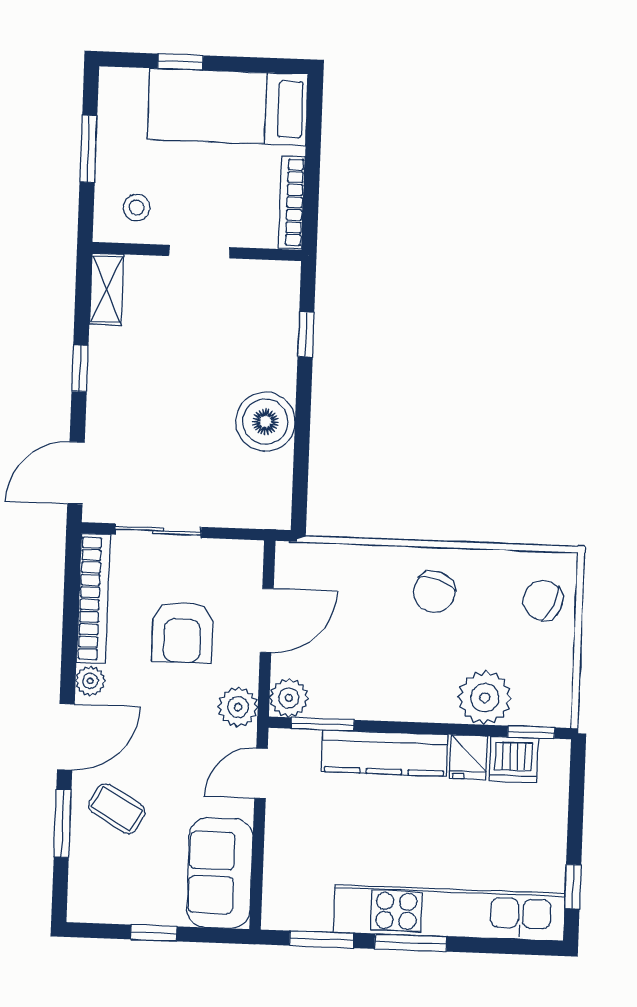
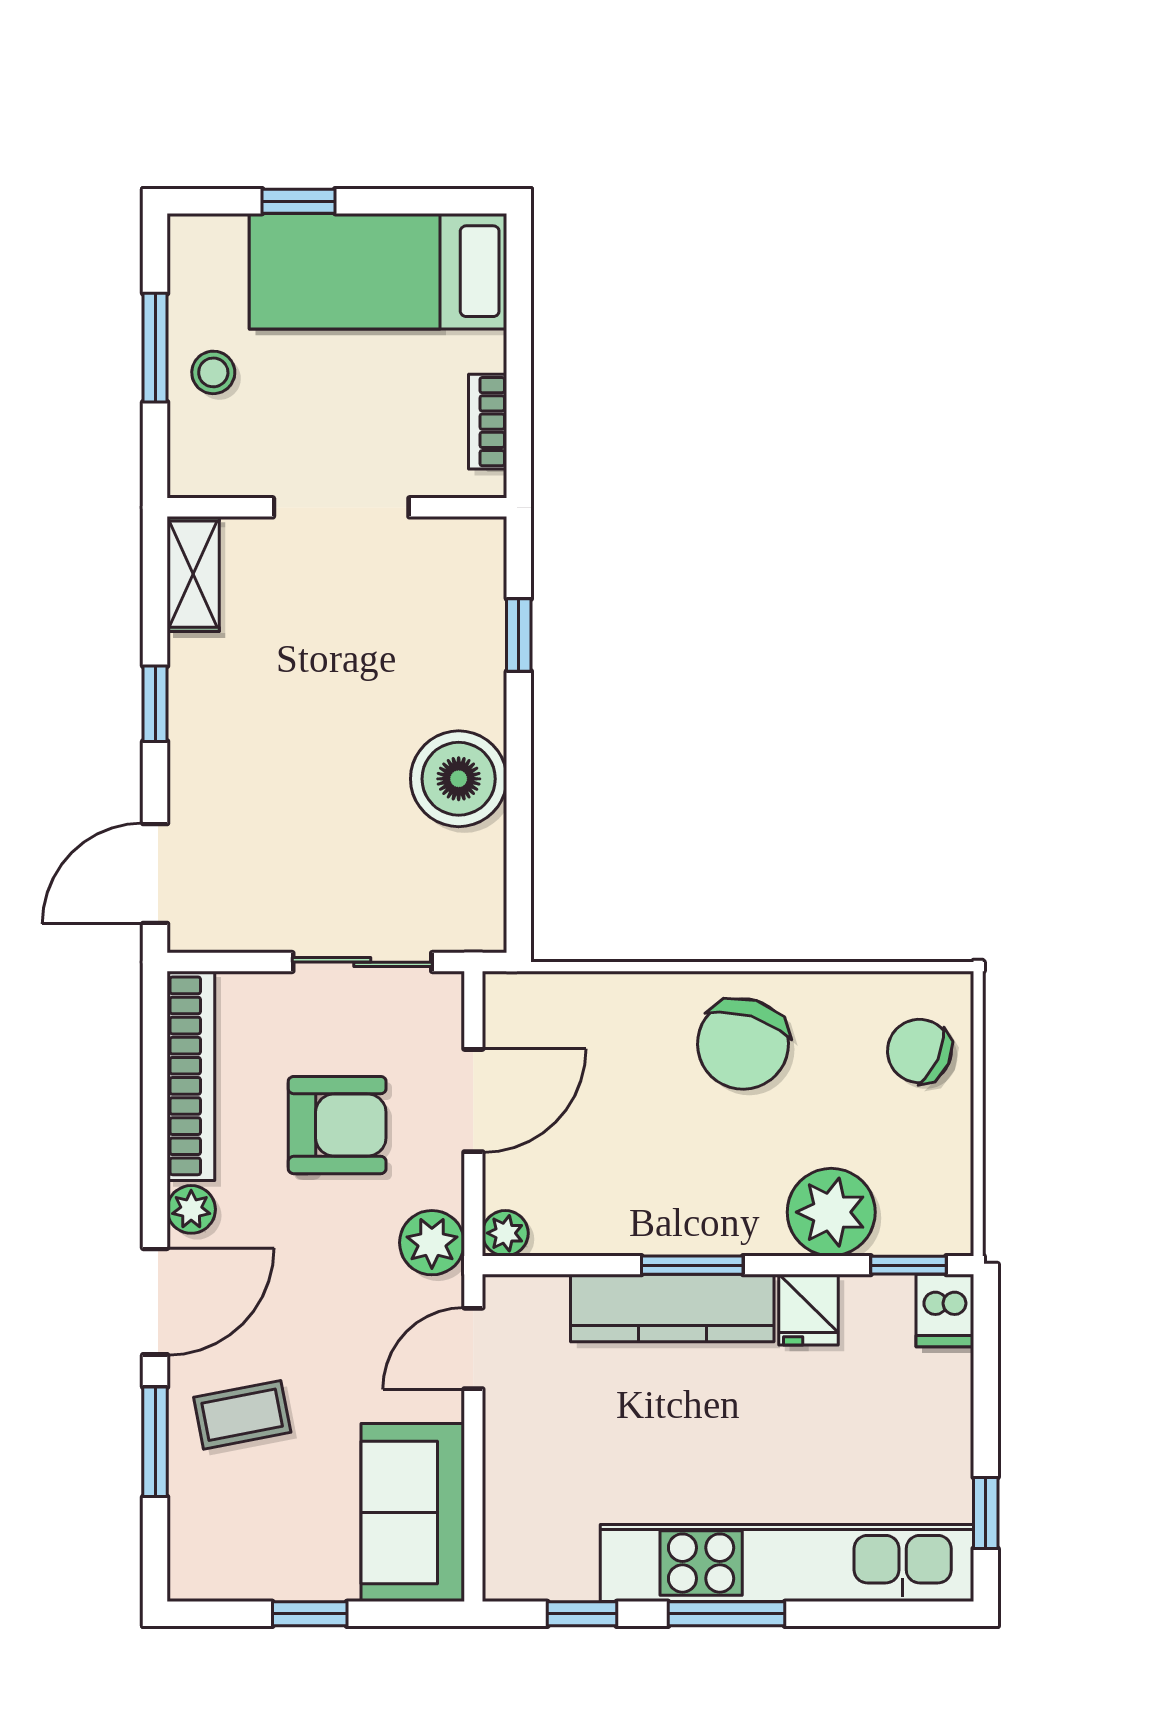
bookcase: (292, 202) -> (488, 422), width x0.64
stool: (137, 208) -> (213, 372), moved
doorway: (199, 252) -> (341, 507), width x1.38
sliding door: (158, 531) -> (362, 962), moved
chair: (434, 592) -> (743, 1044), width x1.37, depth x1.37
armchair: (182, 632) -> (337, 1125), turned -90
plant: (289, 698) -> (505, 1233), width x0.73, depth x0.73
window: (323, 724) -> (692, 1265), moved
dishwasher: (514, 760) -> (944, 1311), moved, width x0.73
coffee table: (117, 809) -> (242, 1415), turned -41
window: (322, 939) -> (582, 1614), width x0.67

